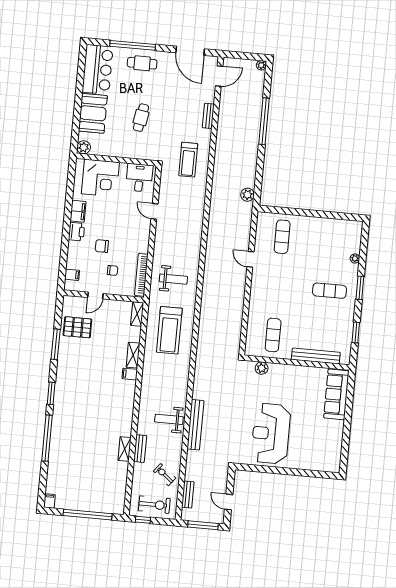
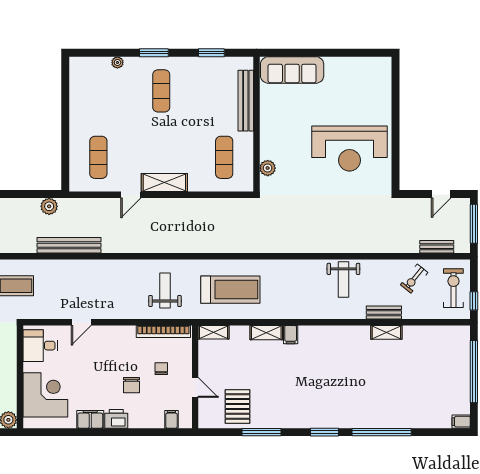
exercise mat: (282, 237) -> (98, 157), turned 90
shelving: (258, 286) -> (164, 183), added
exercise mat: (273, 335) -> (224, 157), turned 90
bench: (195, 425) -> (69, 245), moved

